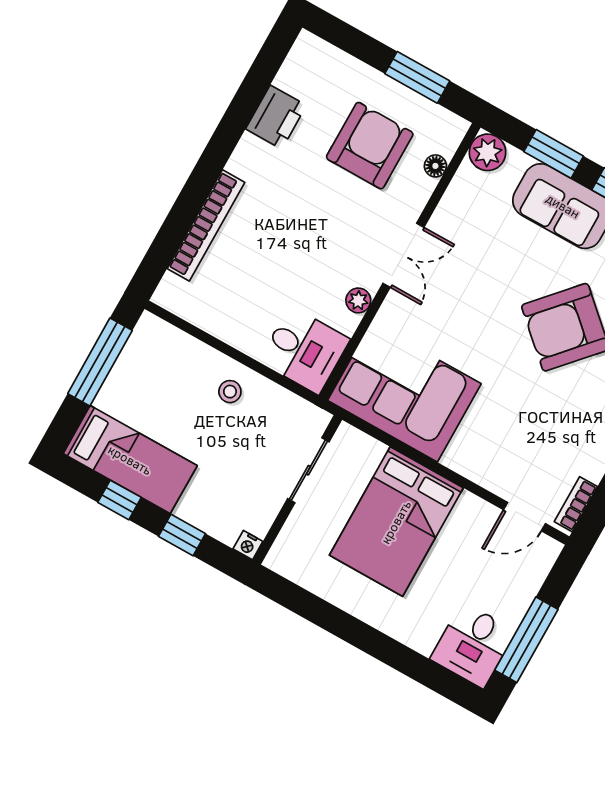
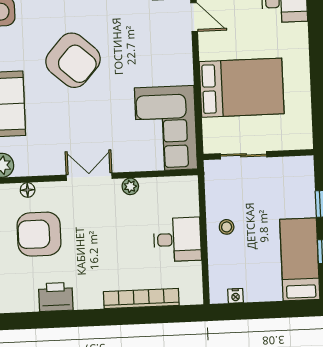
desk: (304, 350) -> (177, 239), moved, turned 90
window: (100, 362) -> (255, 311), removed
nightstand: (248, 545) -> (236, 296), moved, turned 90

